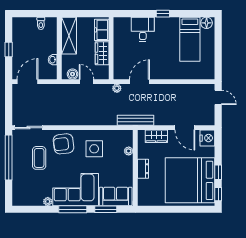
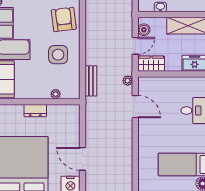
wardrobe: (102, 53) -> (151, 64), moved
bench: (135, 120) -> (91, 81), moved, width x0.73
door: (185, 128) -> (82, 159), hinge flipped
wardrobe: (156, 136) -> (72, 126), removed

